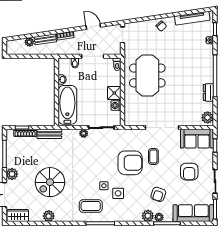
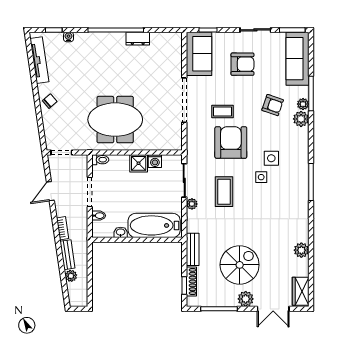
plant: (208, 118) -> (171, 40), removed
spiral stairs: (50, 182) -> (240, 265), moved, turned -90
coffee table: (91, 206) -> (224, 192), moved

